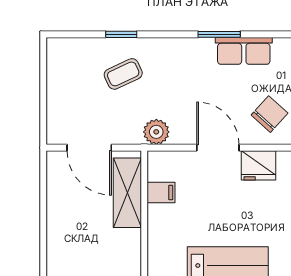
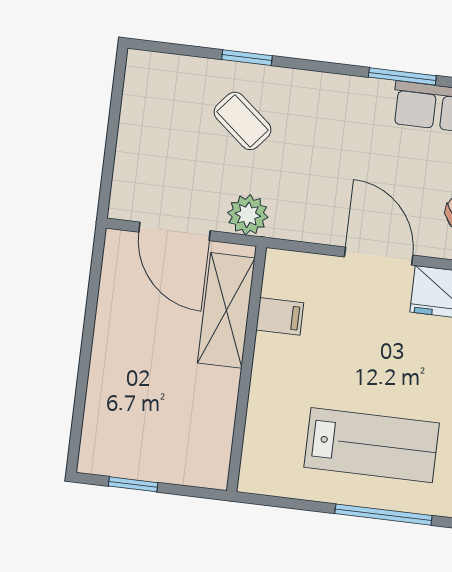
coffee table: (123, 74) -> (243, 121), turned 65
plant: (156, 132) -> (248, 215), moved

